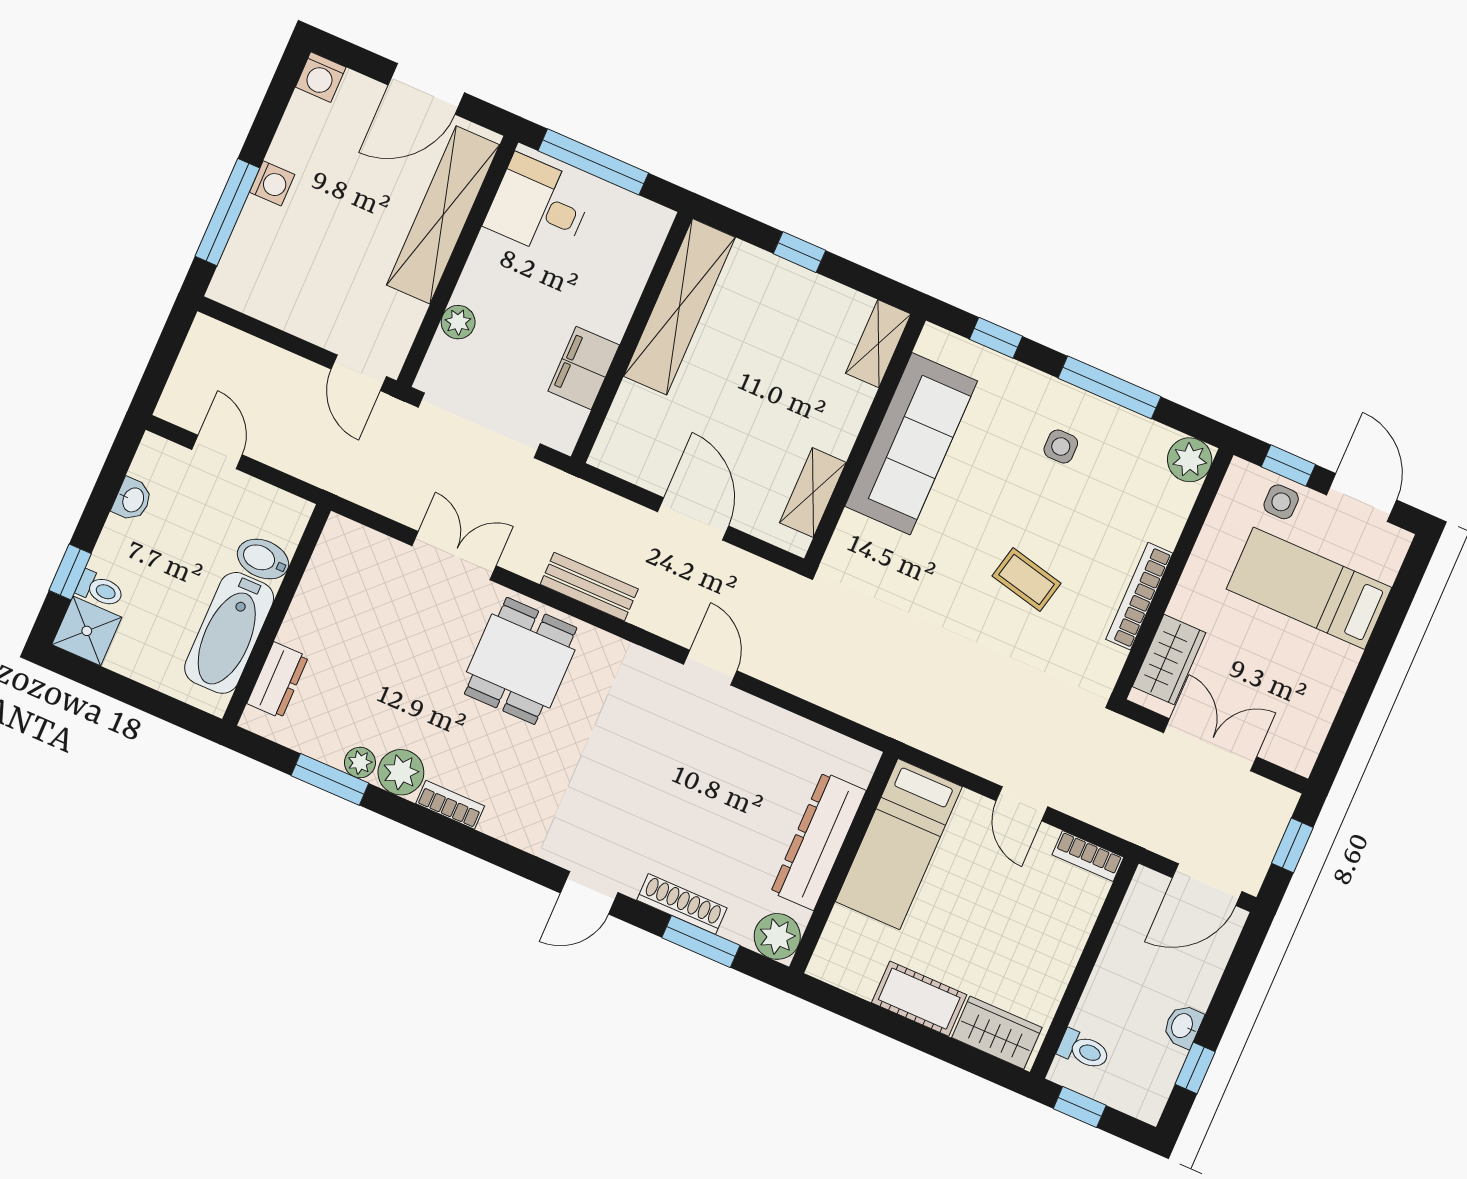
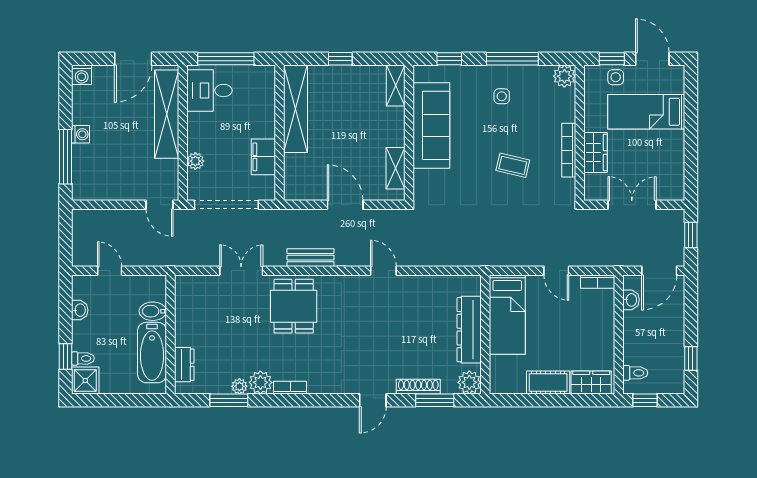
wardrobe: (1169, 660) -> (596, 152), moved
washbasin: (1183, 1026) -> (631, 300), moved, turned 180

